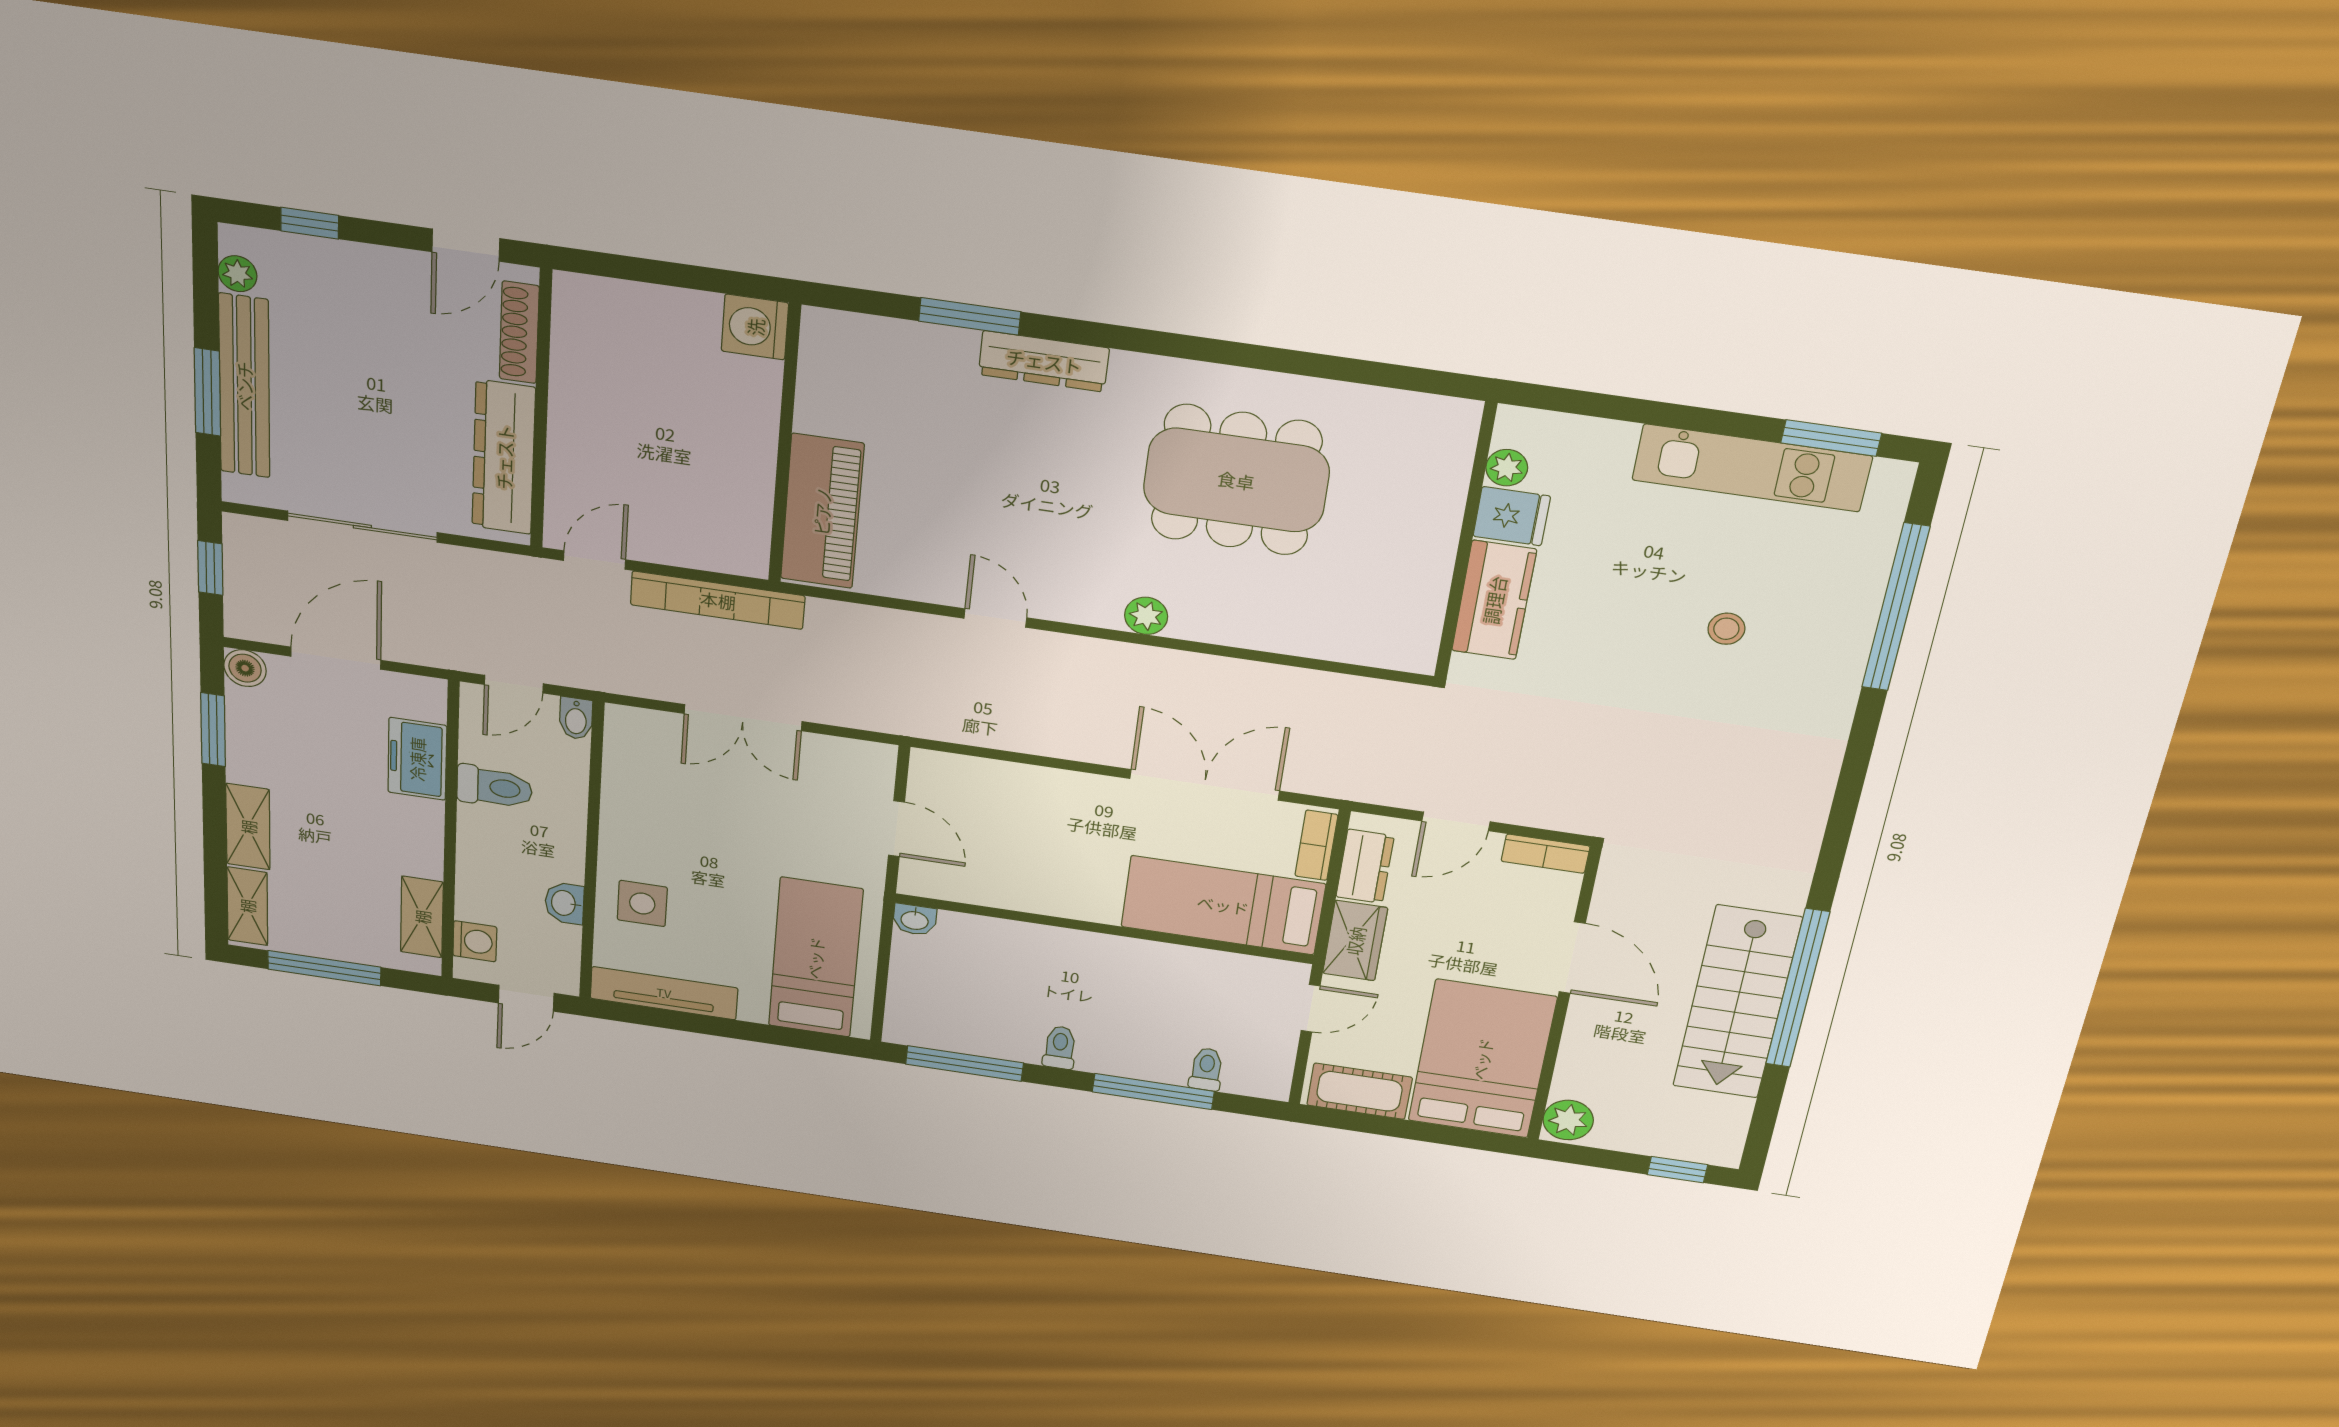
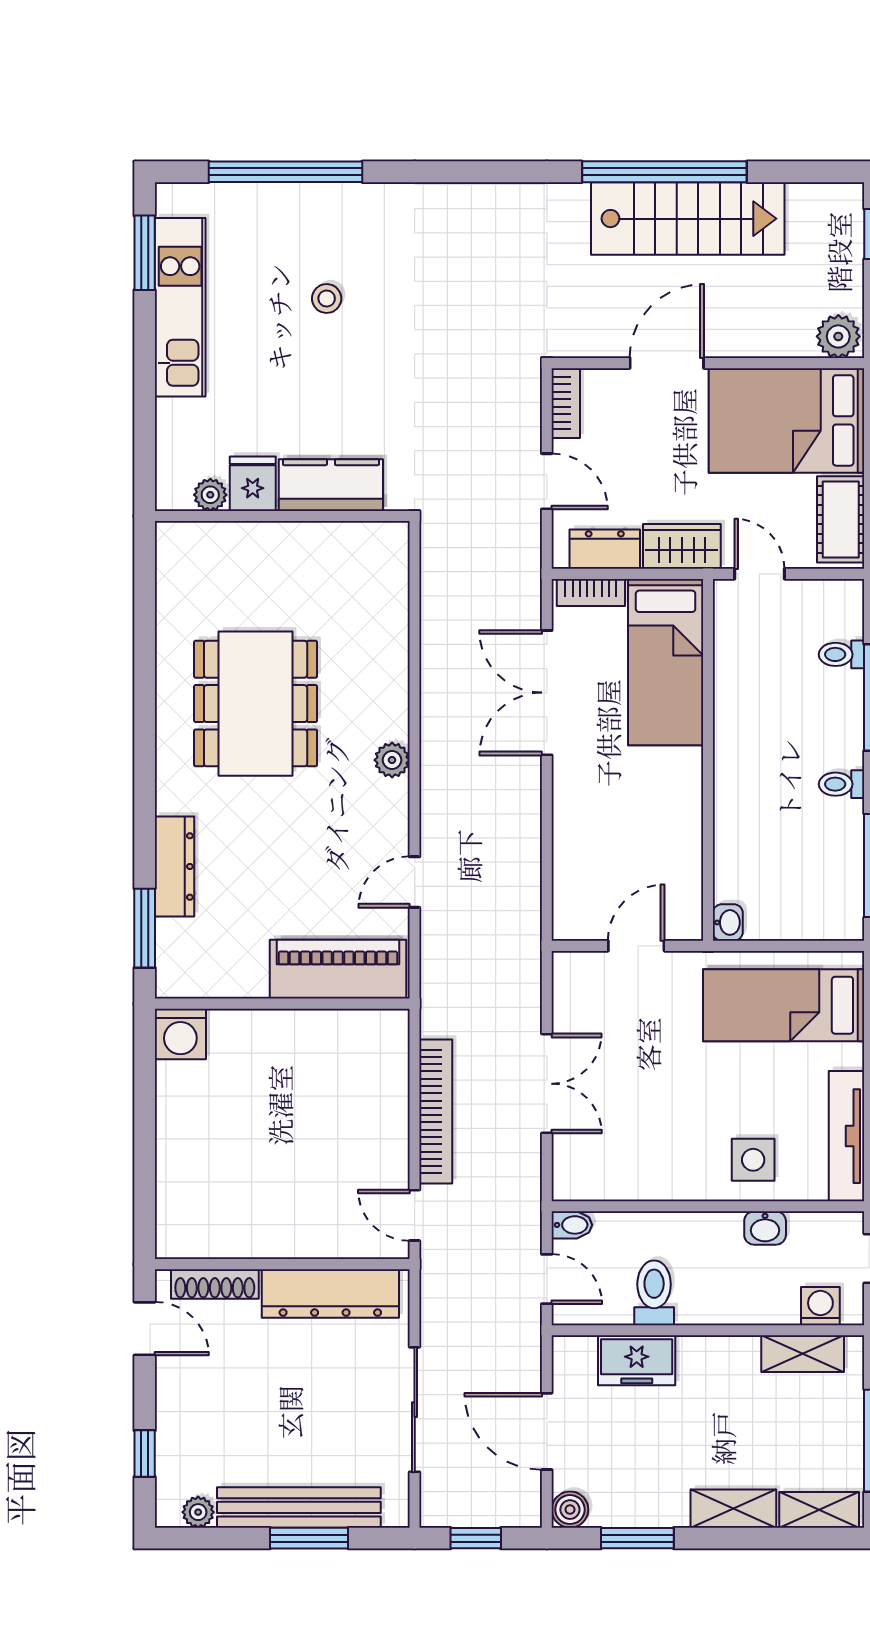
washing machine: (755, 327) -> (180, 1034), moved
wall: (785, 445) -> (282, 1004), moved
piano: (822, 511) -> (338, 969), moved

